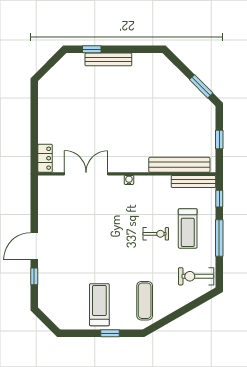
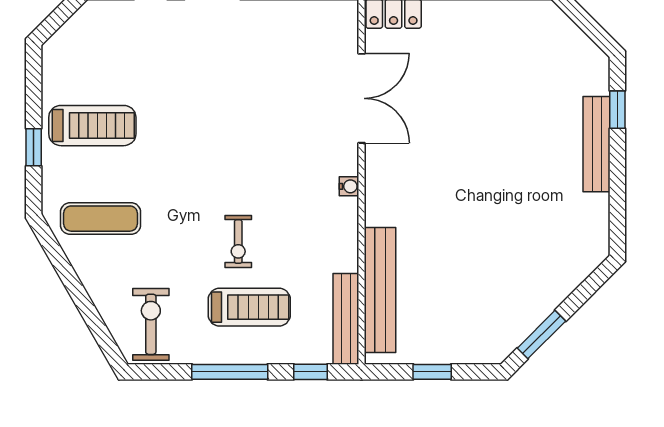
treadmill: (188, 228) -> (249, 307), turned 180

